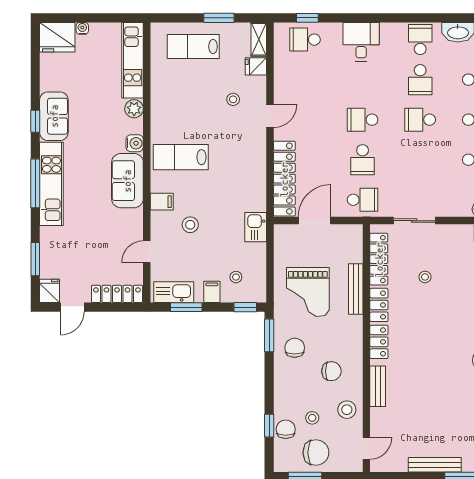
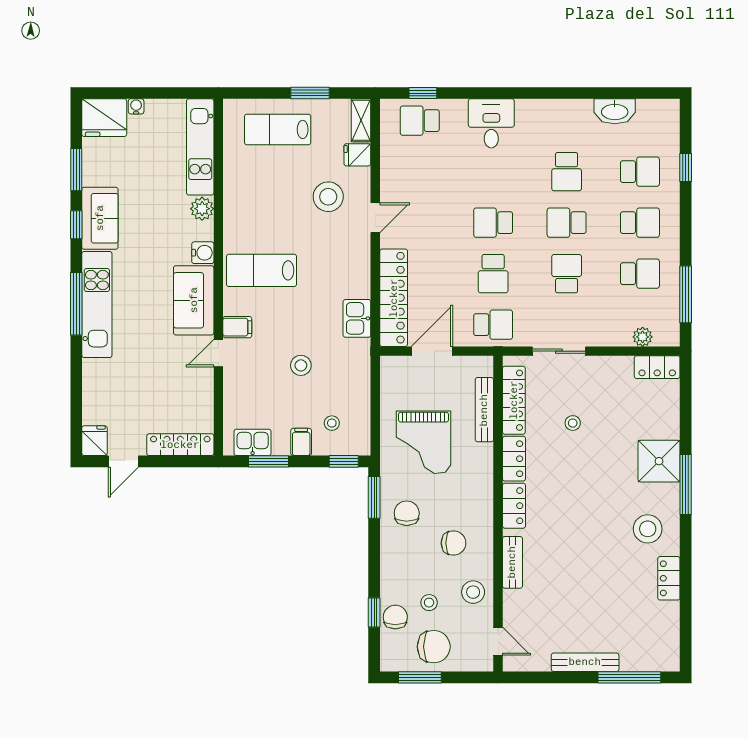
school desk: (420, 40) -> (567, 274), moved
stool: (233, 99) -> (328, 197), width x1.89, depth x1.89
stool: (190, 225) -> (301, 365), moved
kitchen sink: (256, 227) -> (357, 318), moved
door: (147, 252) -> (218, 353), moved
window: (35, 259) -> (76, 170), moved
bench: (356, 289) -> (484, 410), moved
kitchen sink: (174, 292) -> (253, 442), width x0.73
door: (366, 448) -> (498, 641), hinge flipped

